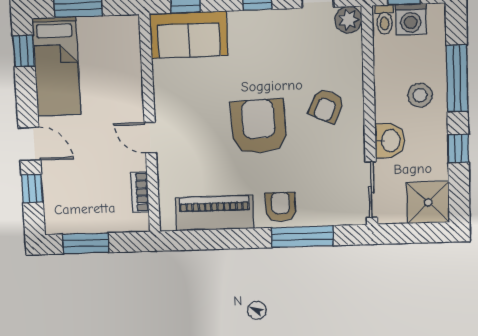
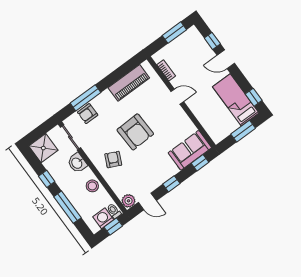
stool: (420, 95) -> (92, 186), moved
armchair: (281, 207) -> (88, 114), moved, turned 90

